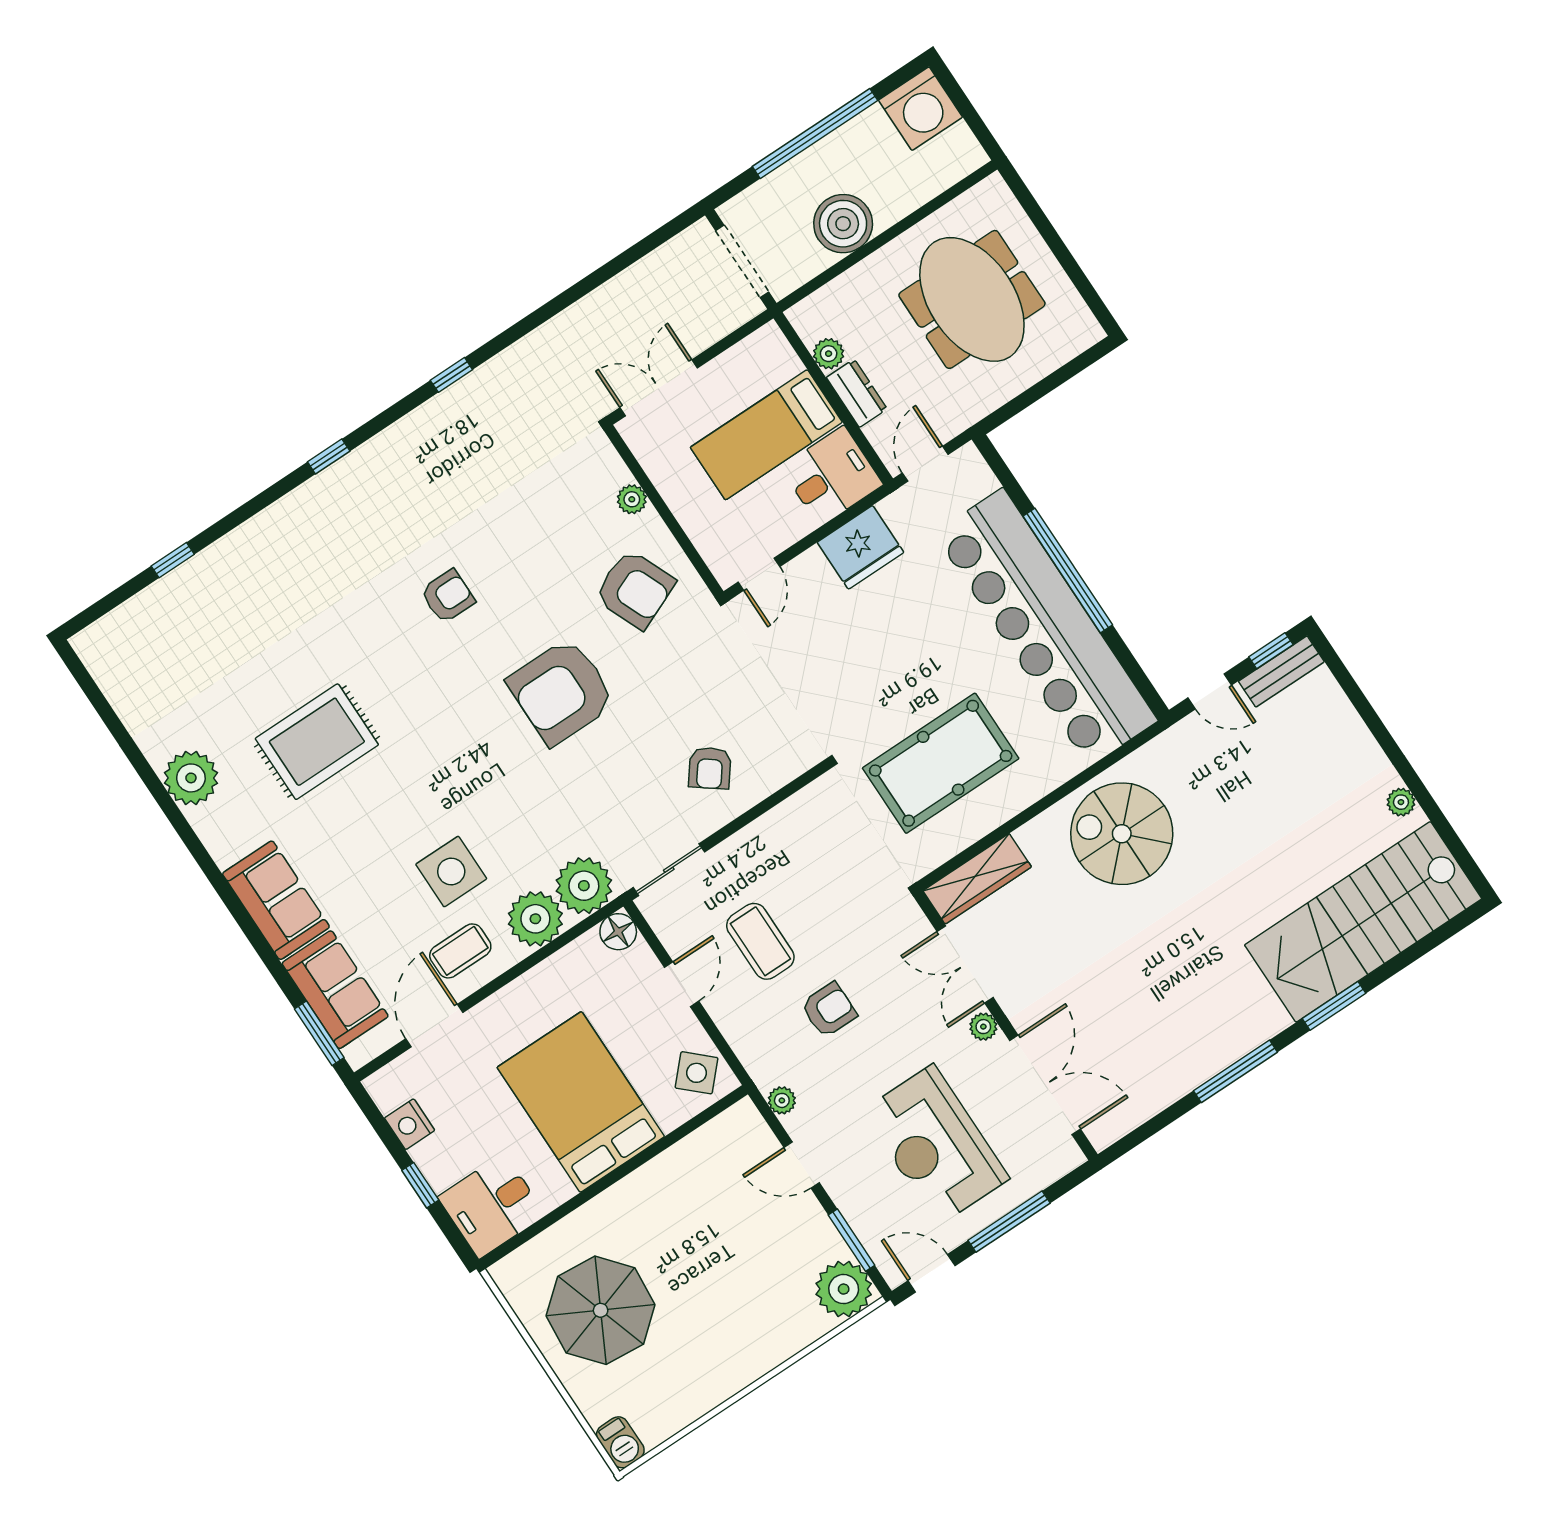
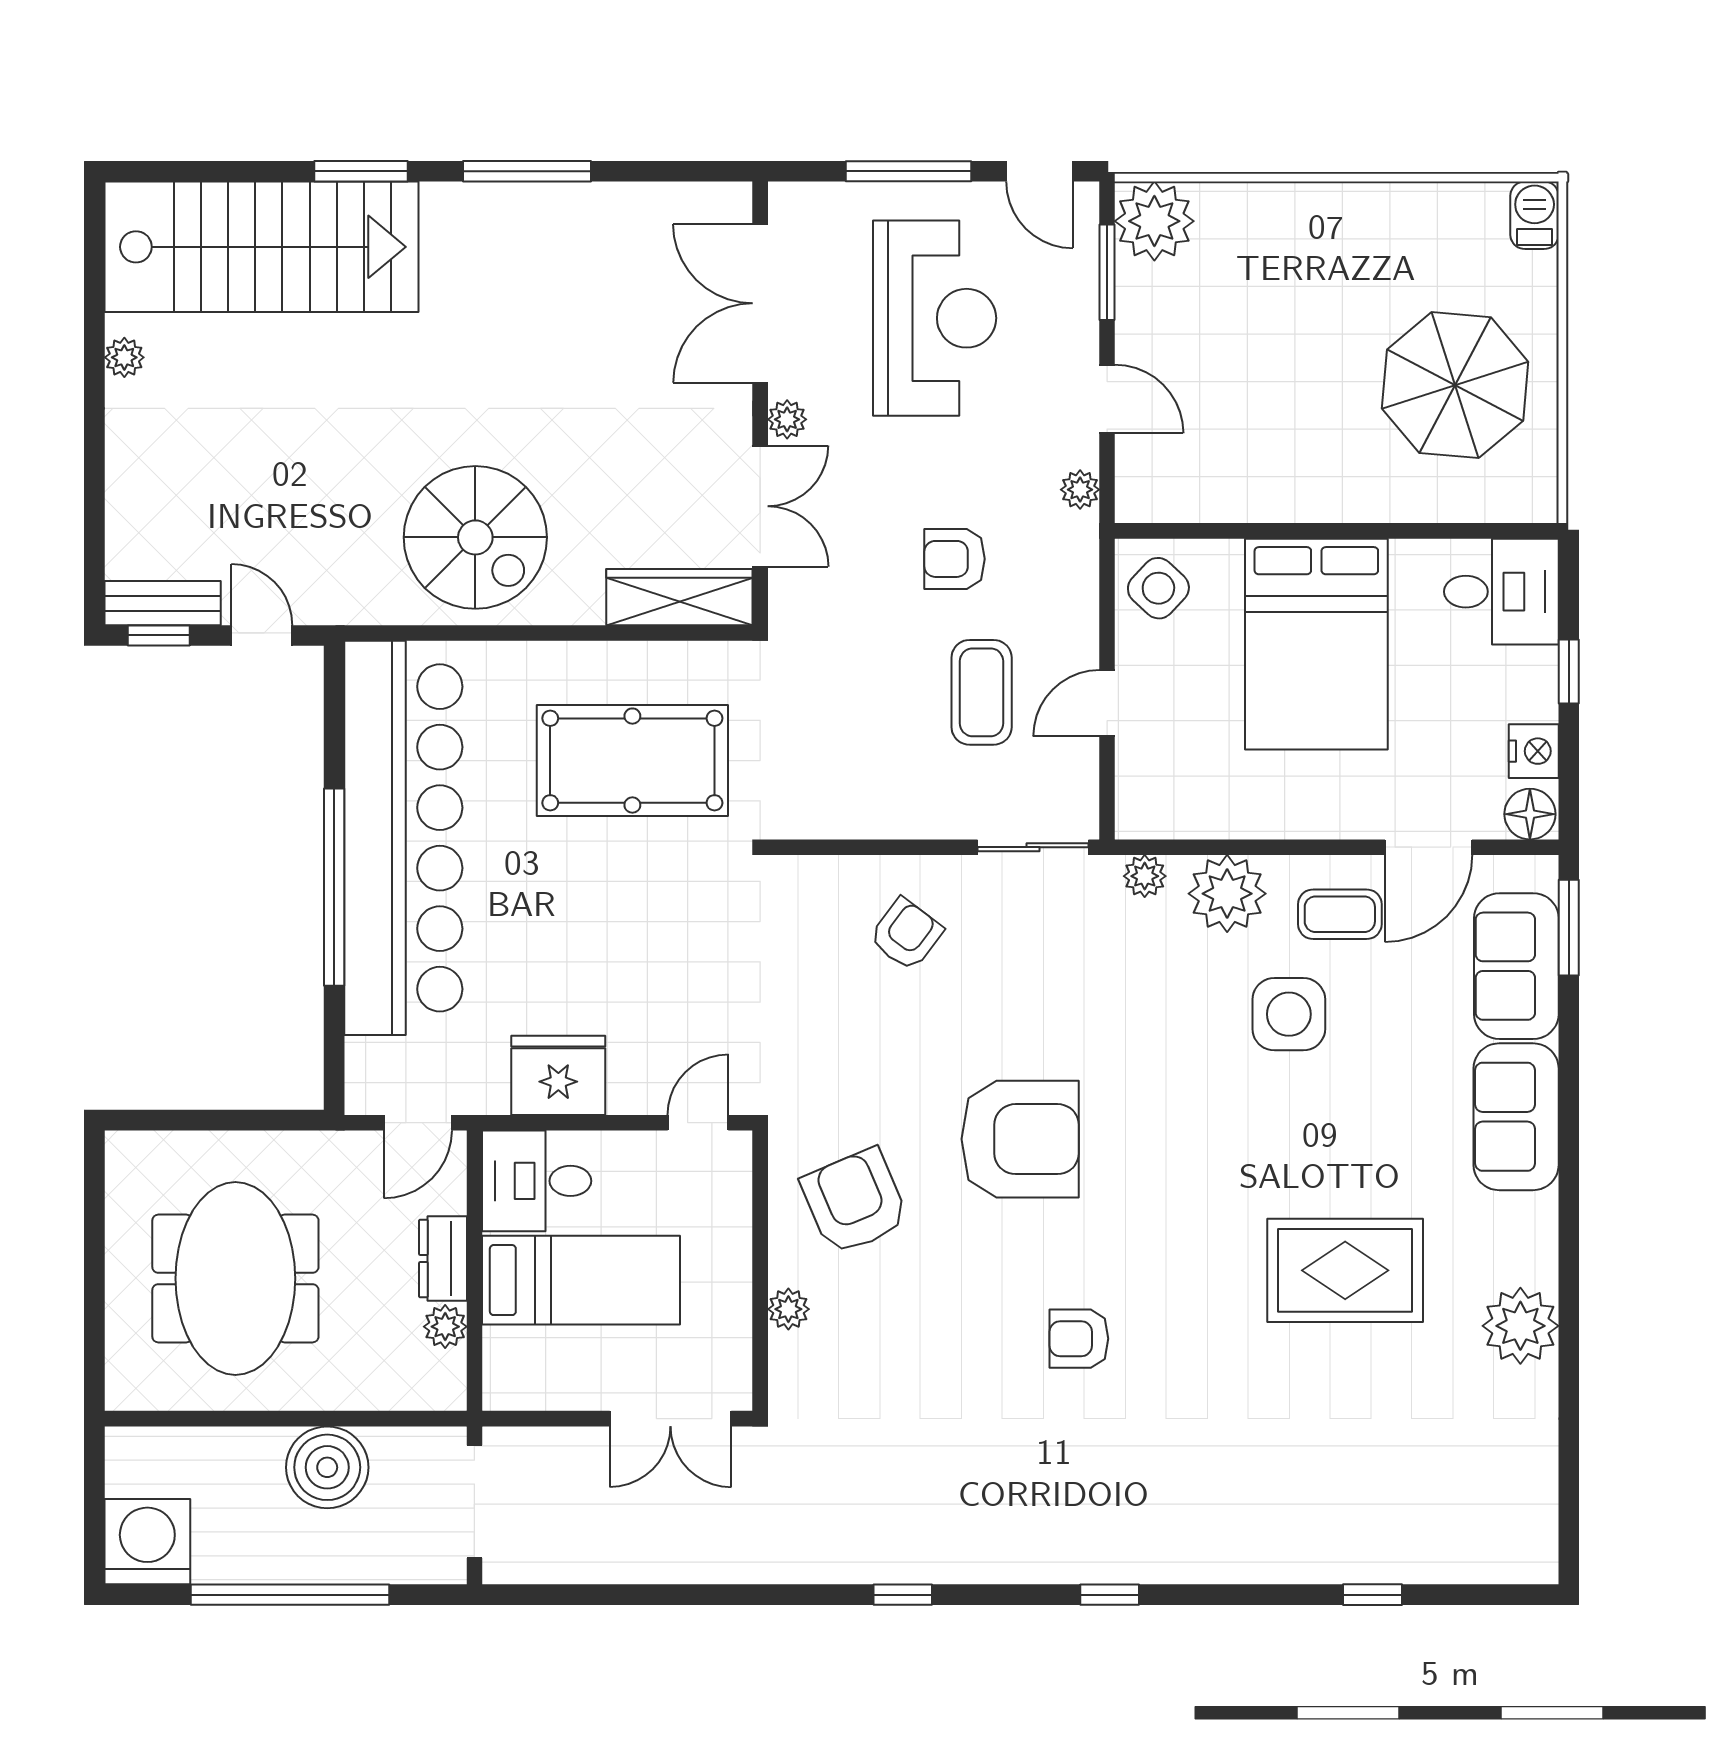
plant: (584, 886) -> (1145, 876), width x0.53, depth x0.53
floor lamp: (618, 932) -> (1530, 814), moved

